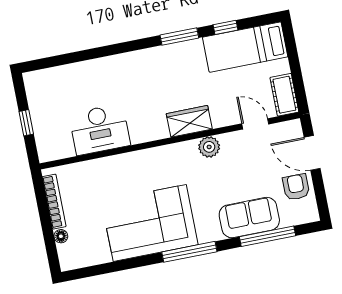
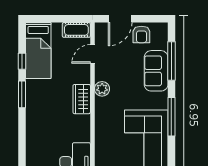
armchair: (296, 187) -> (141, 34), turned -90

